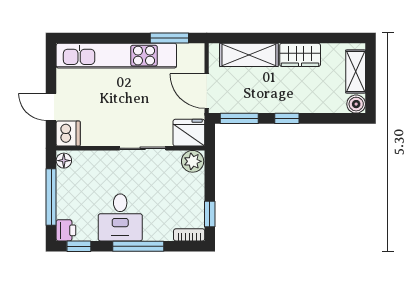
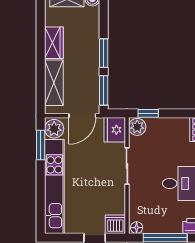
plant: (190, 55) -> (54, 129), added
window: (287, 118) -> (104, 53), width x1.50
window: (210, 214) -> (148, 113), moved

